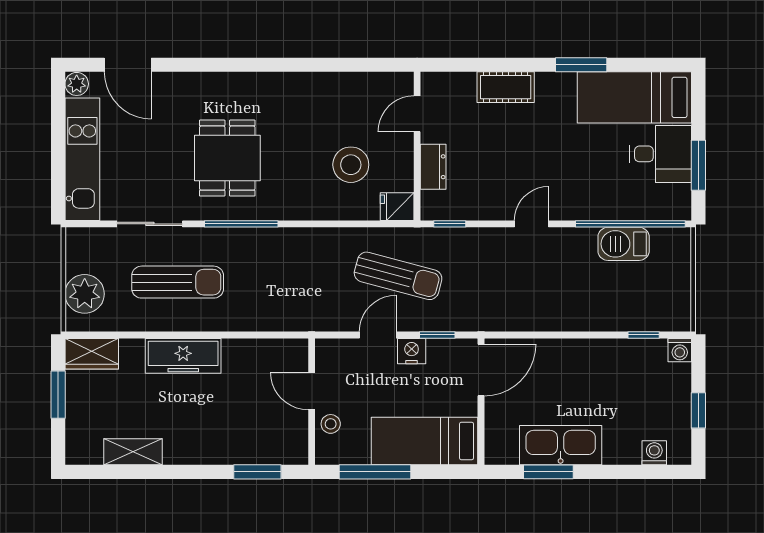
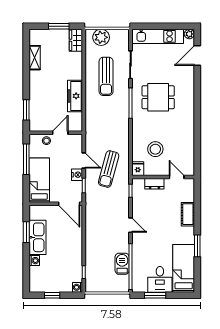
freezer: (183, 356) -> (75, 96), moved
washing machine: (654, 453) -> (34, 261), moved

